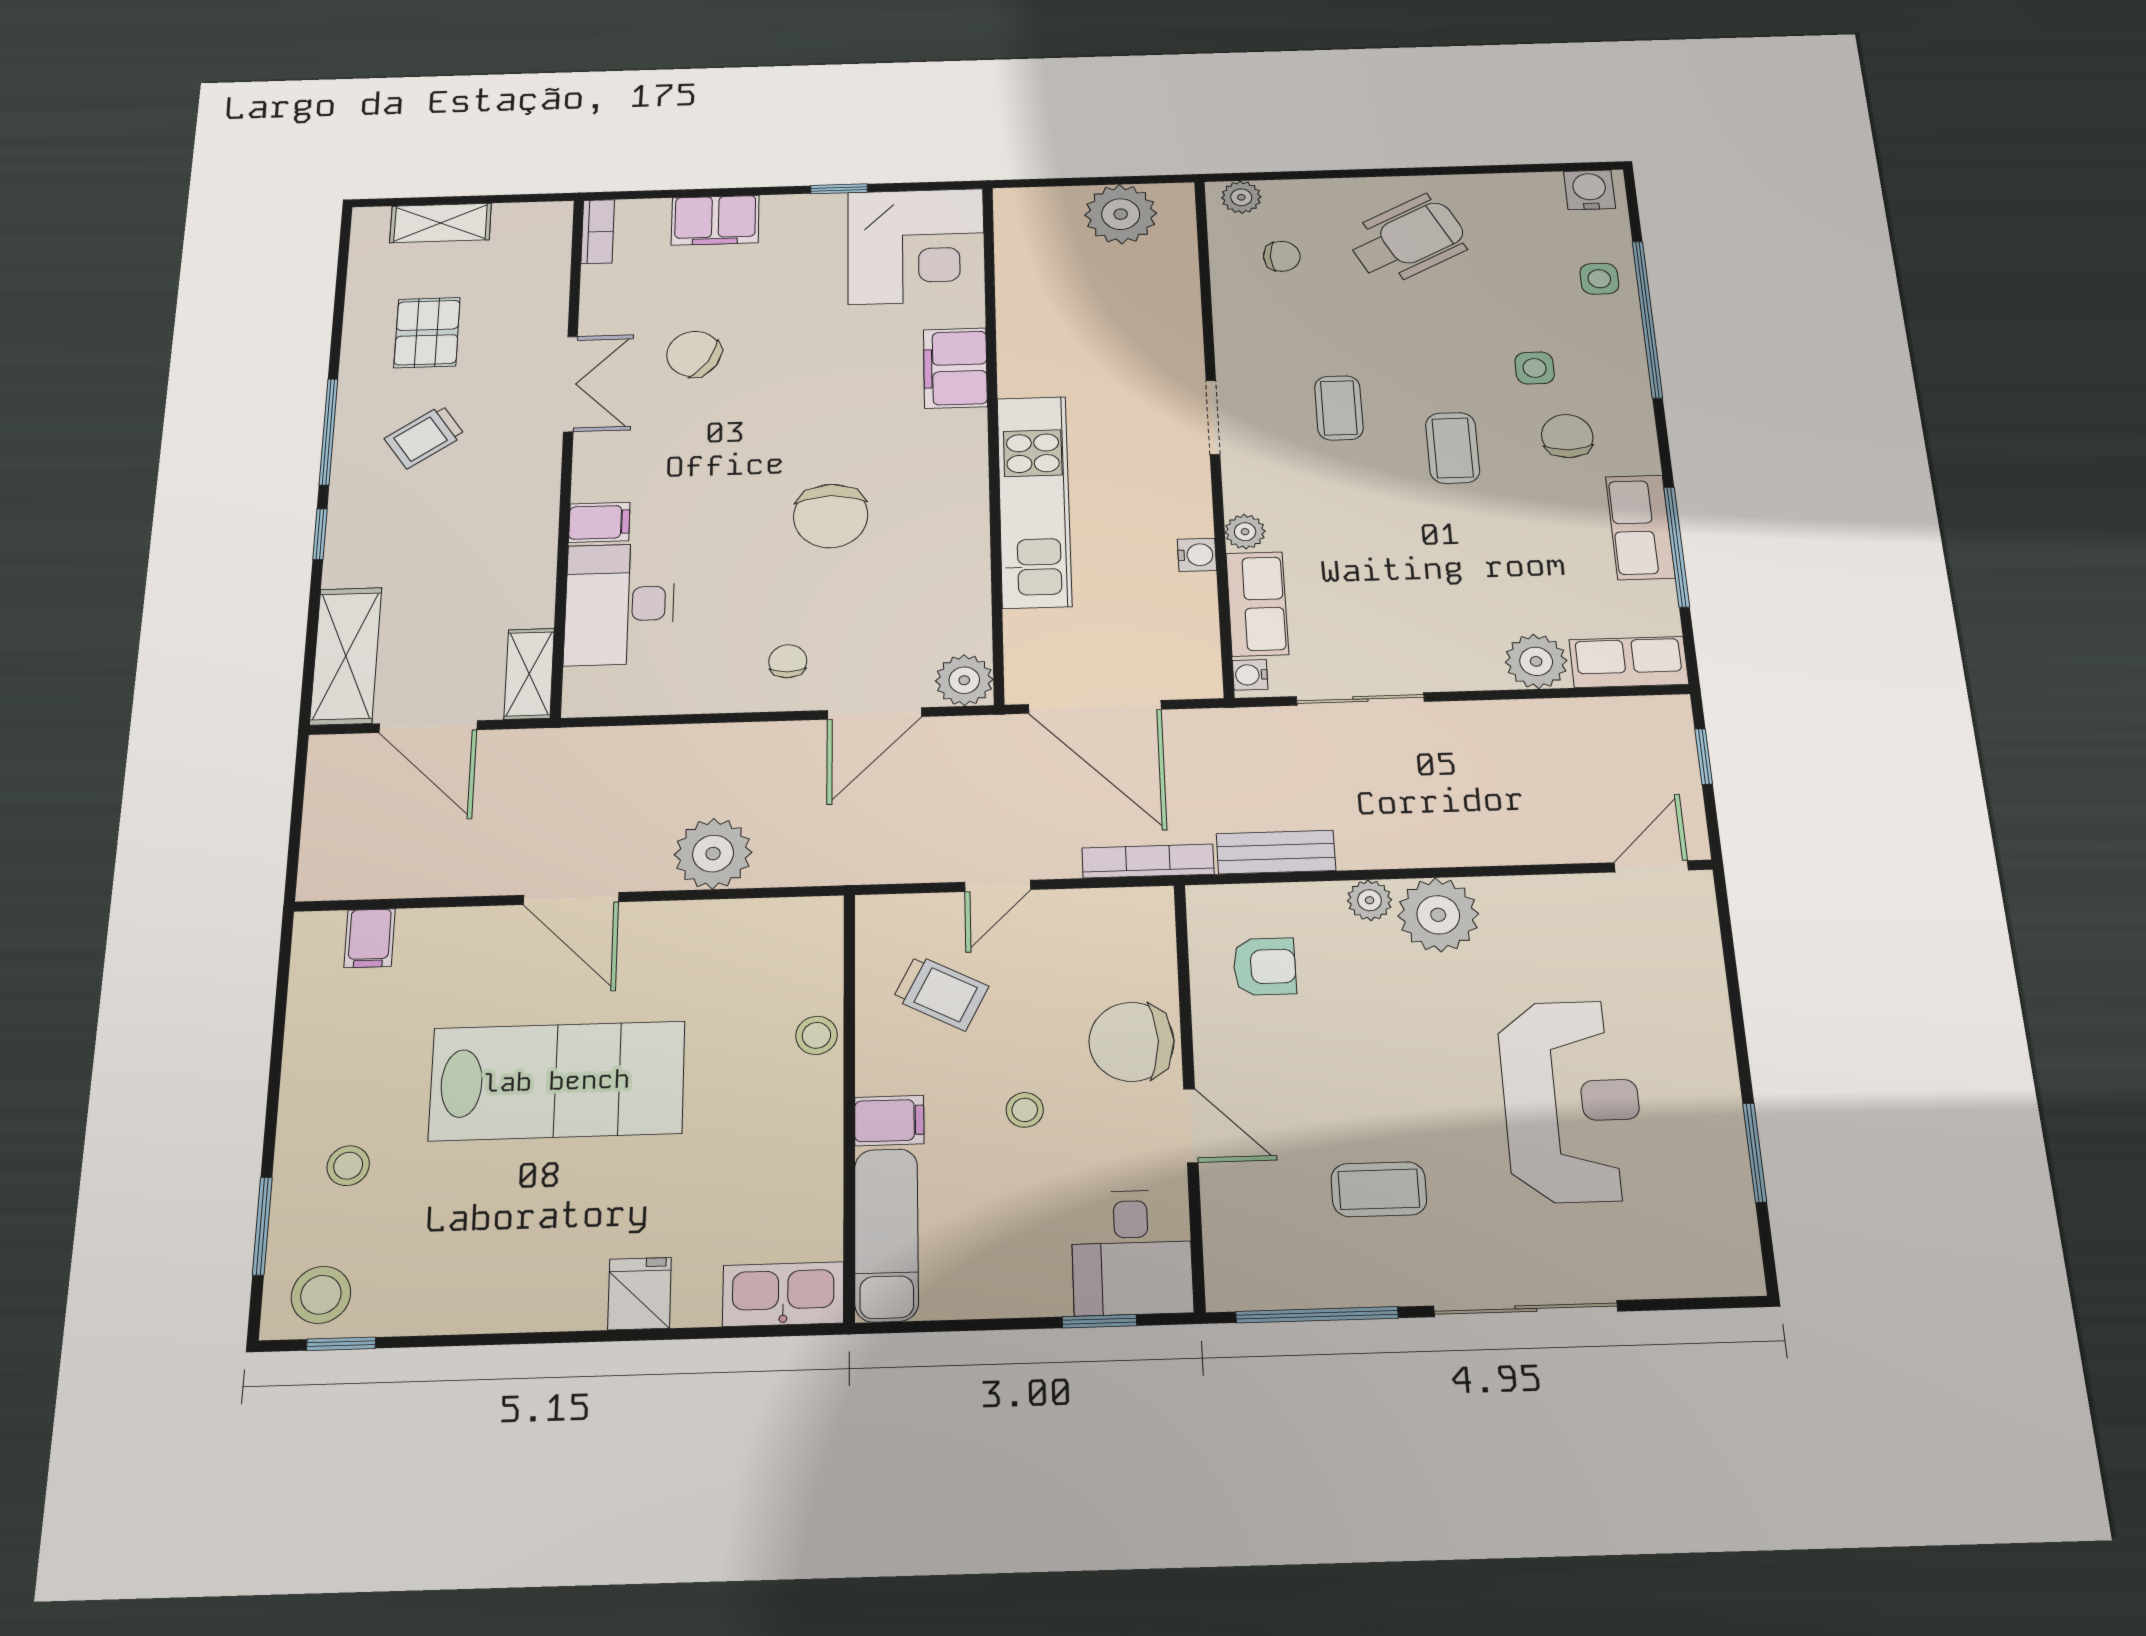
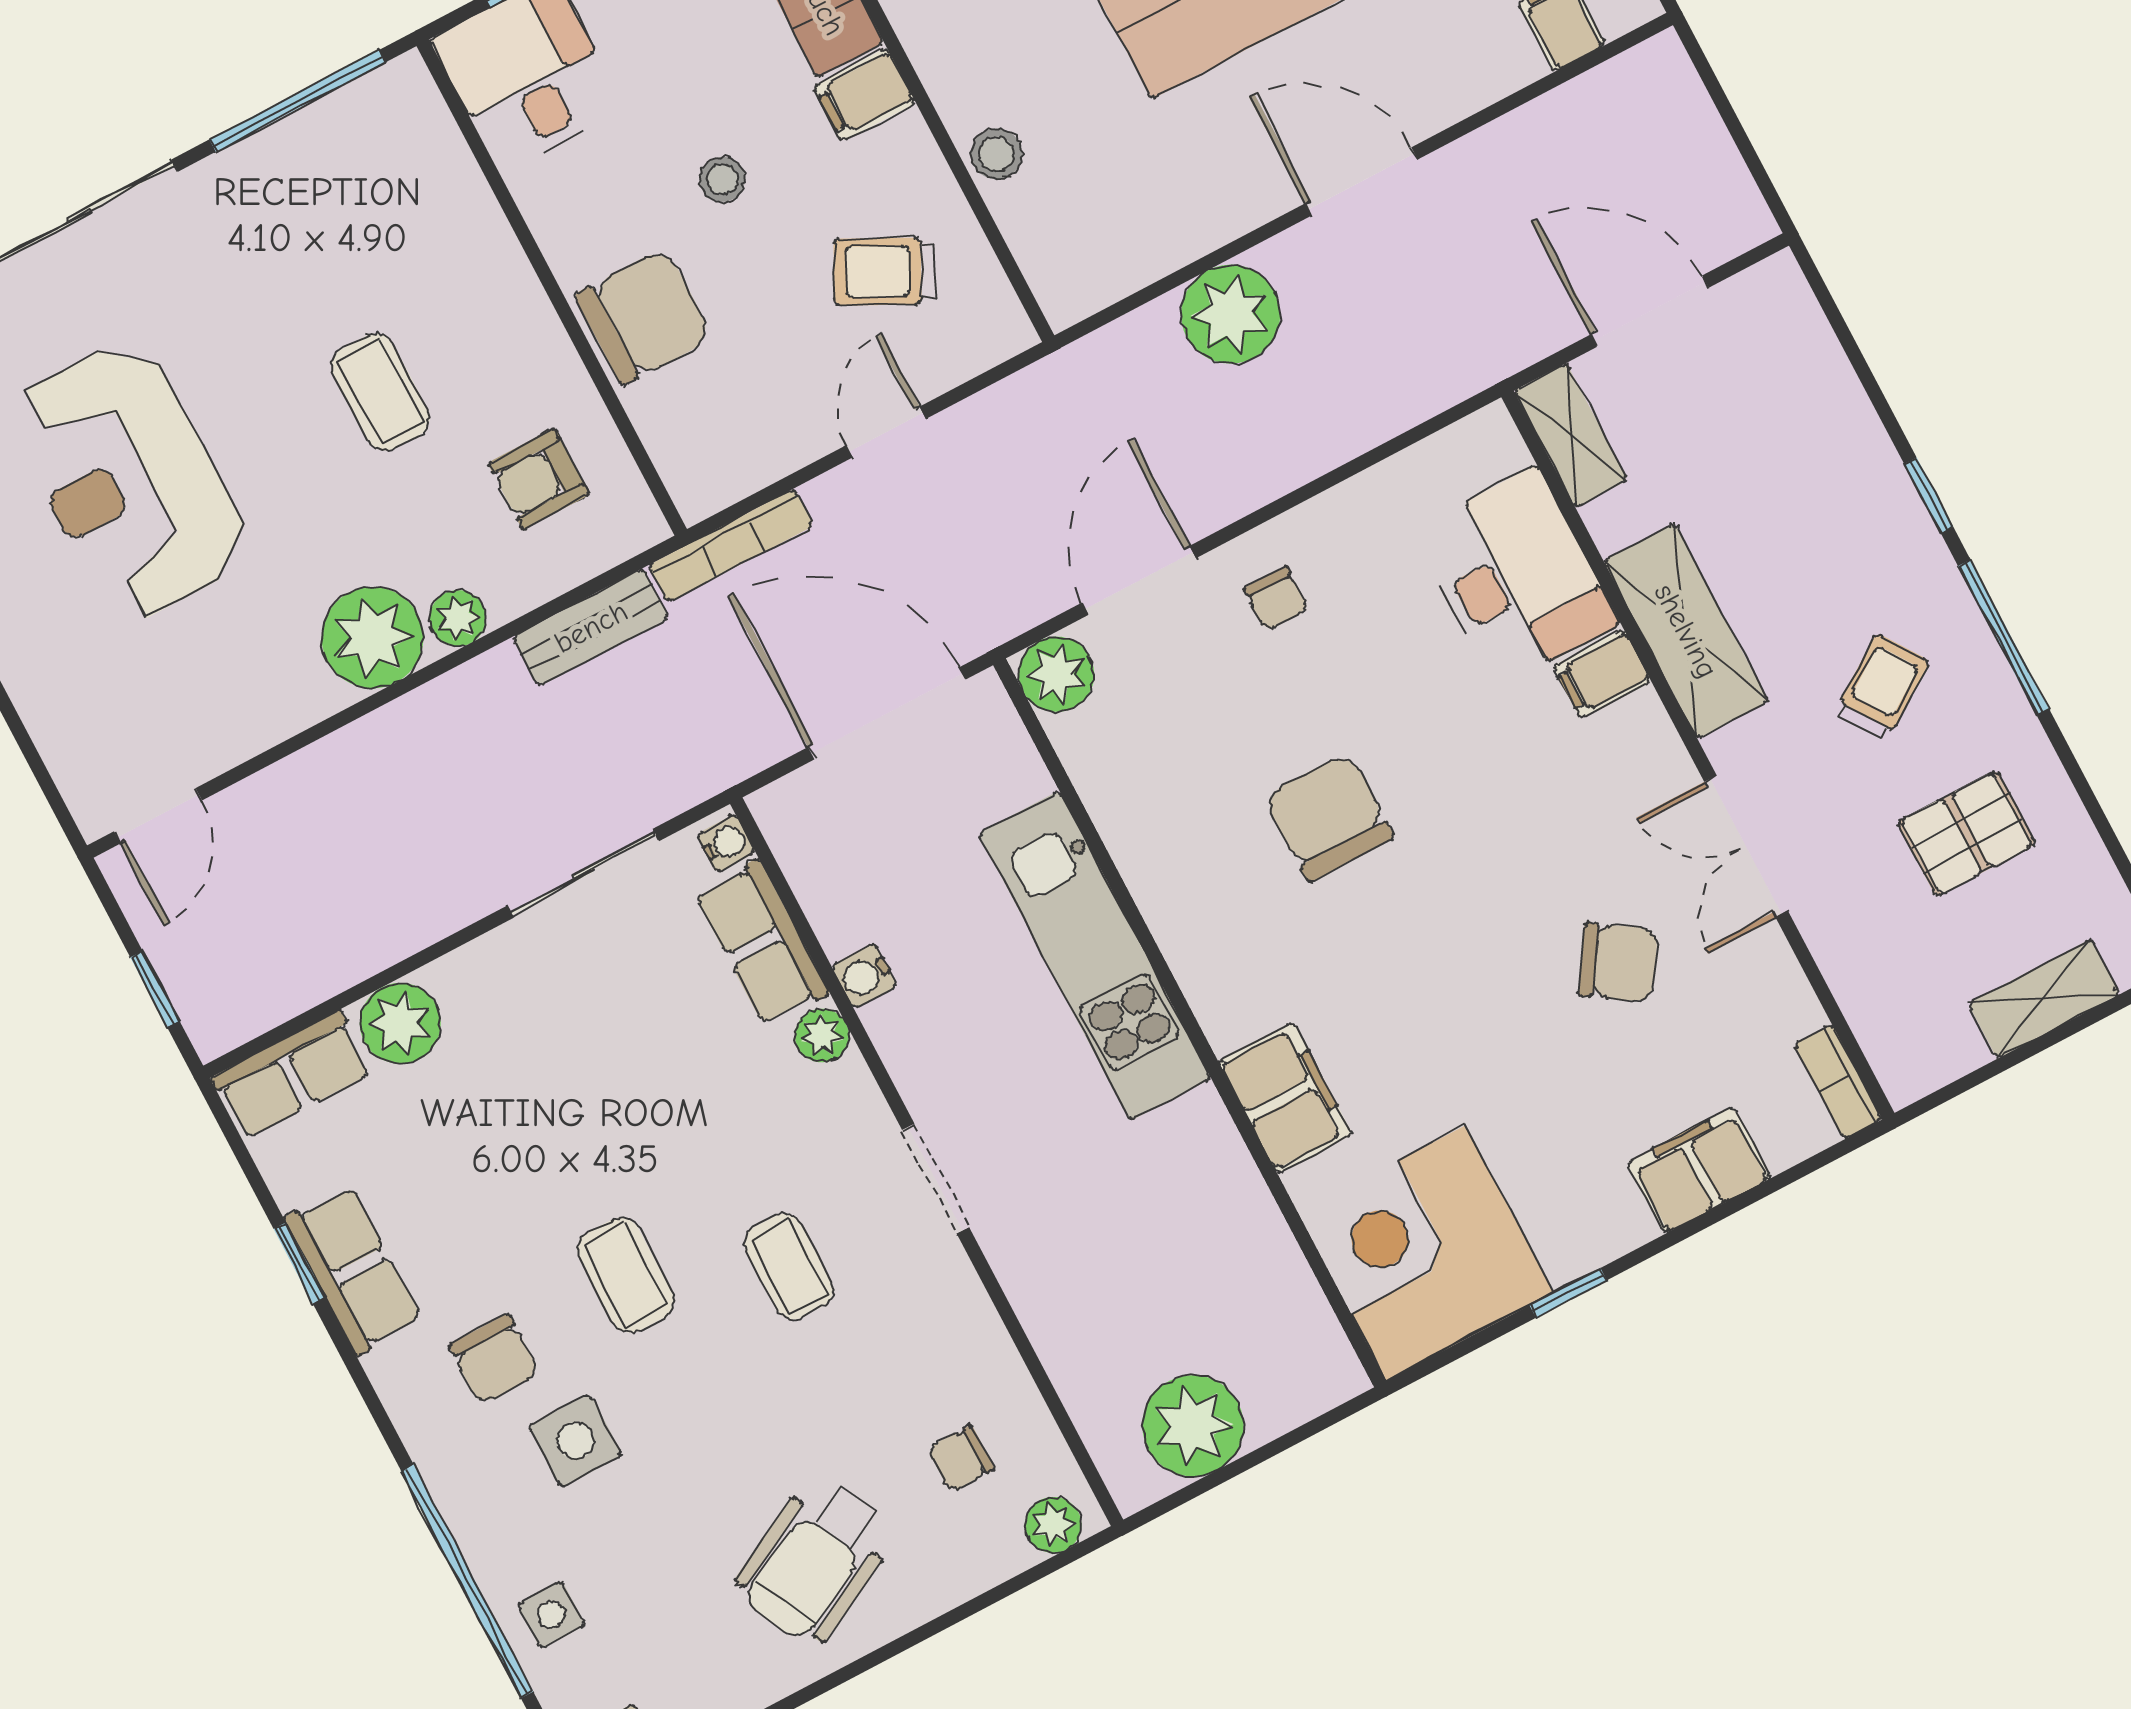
pallet: (427, 333) -> (1966, 833), turned 90
side table: (1535, 368) -> (575, 1441), width x1.37, depth x1.37
window: (1677, 547) -> (299, 1263), width x0.46
shelving: (346, 656) -> (1686, 631), moved
door: (1191, 1126) -> (532, 250), removed
coffee table: (1379, 1189) -> (381, 392), moved, turned 90

